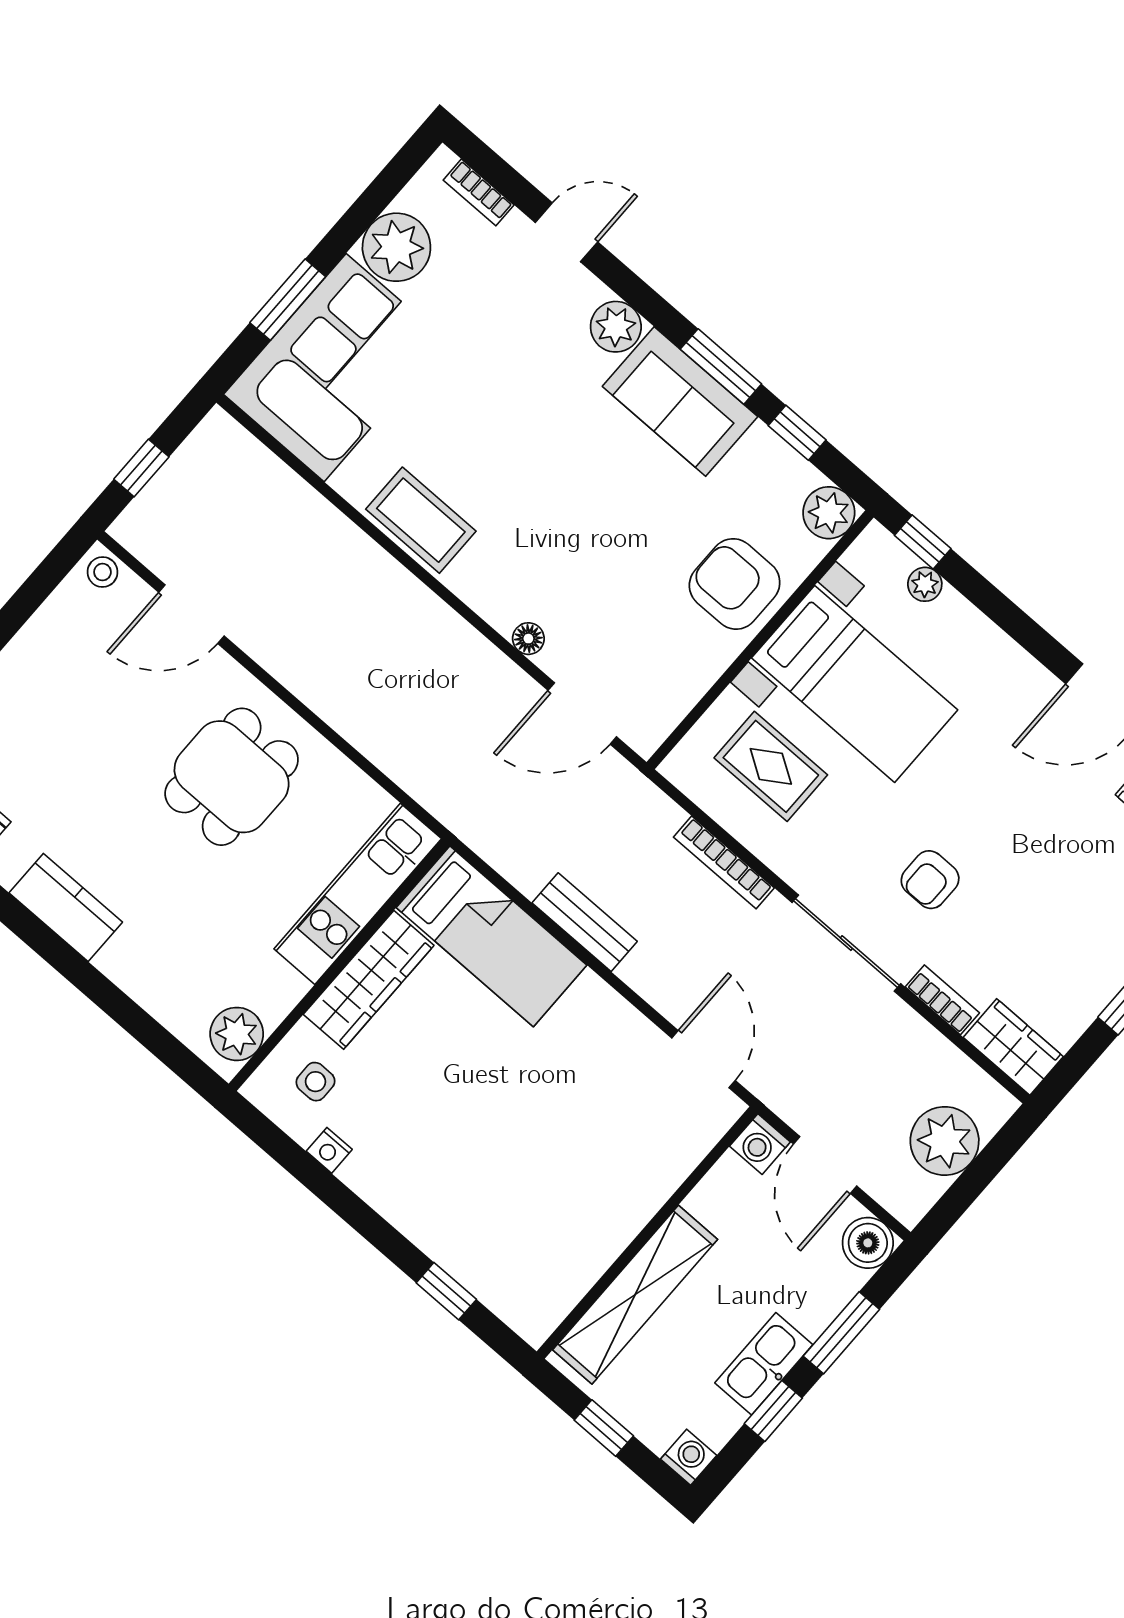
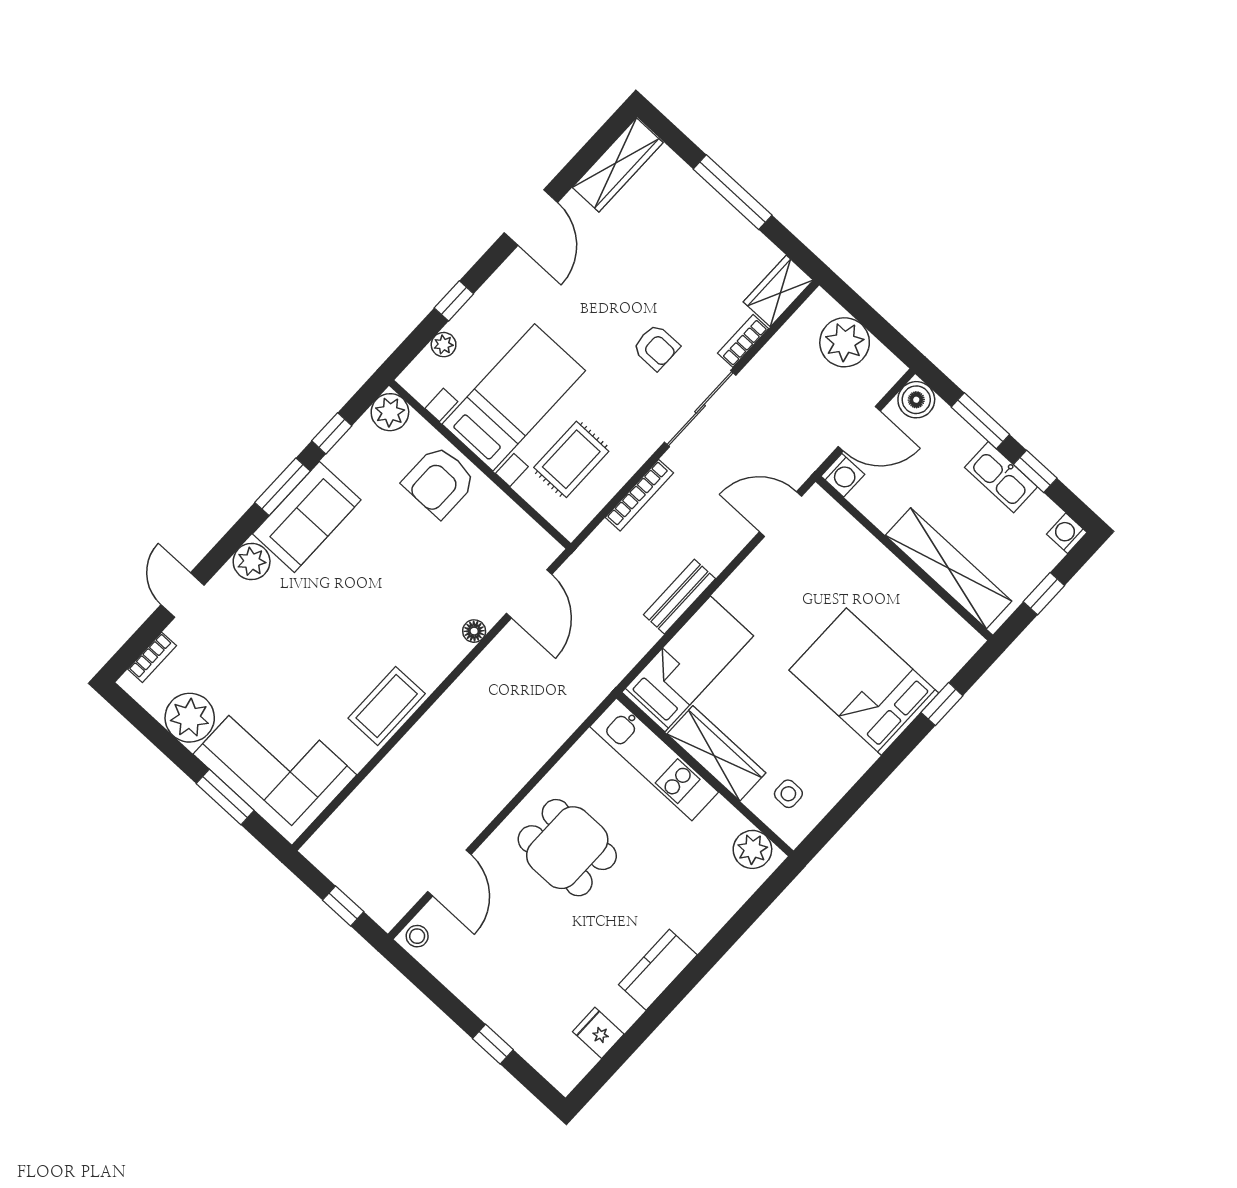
window: (923, 542) -> (454, 301), moved
nightstand: (329, 1150) -> (838, 785), removed
bed: (474, 1182) -> (864, 682), added

